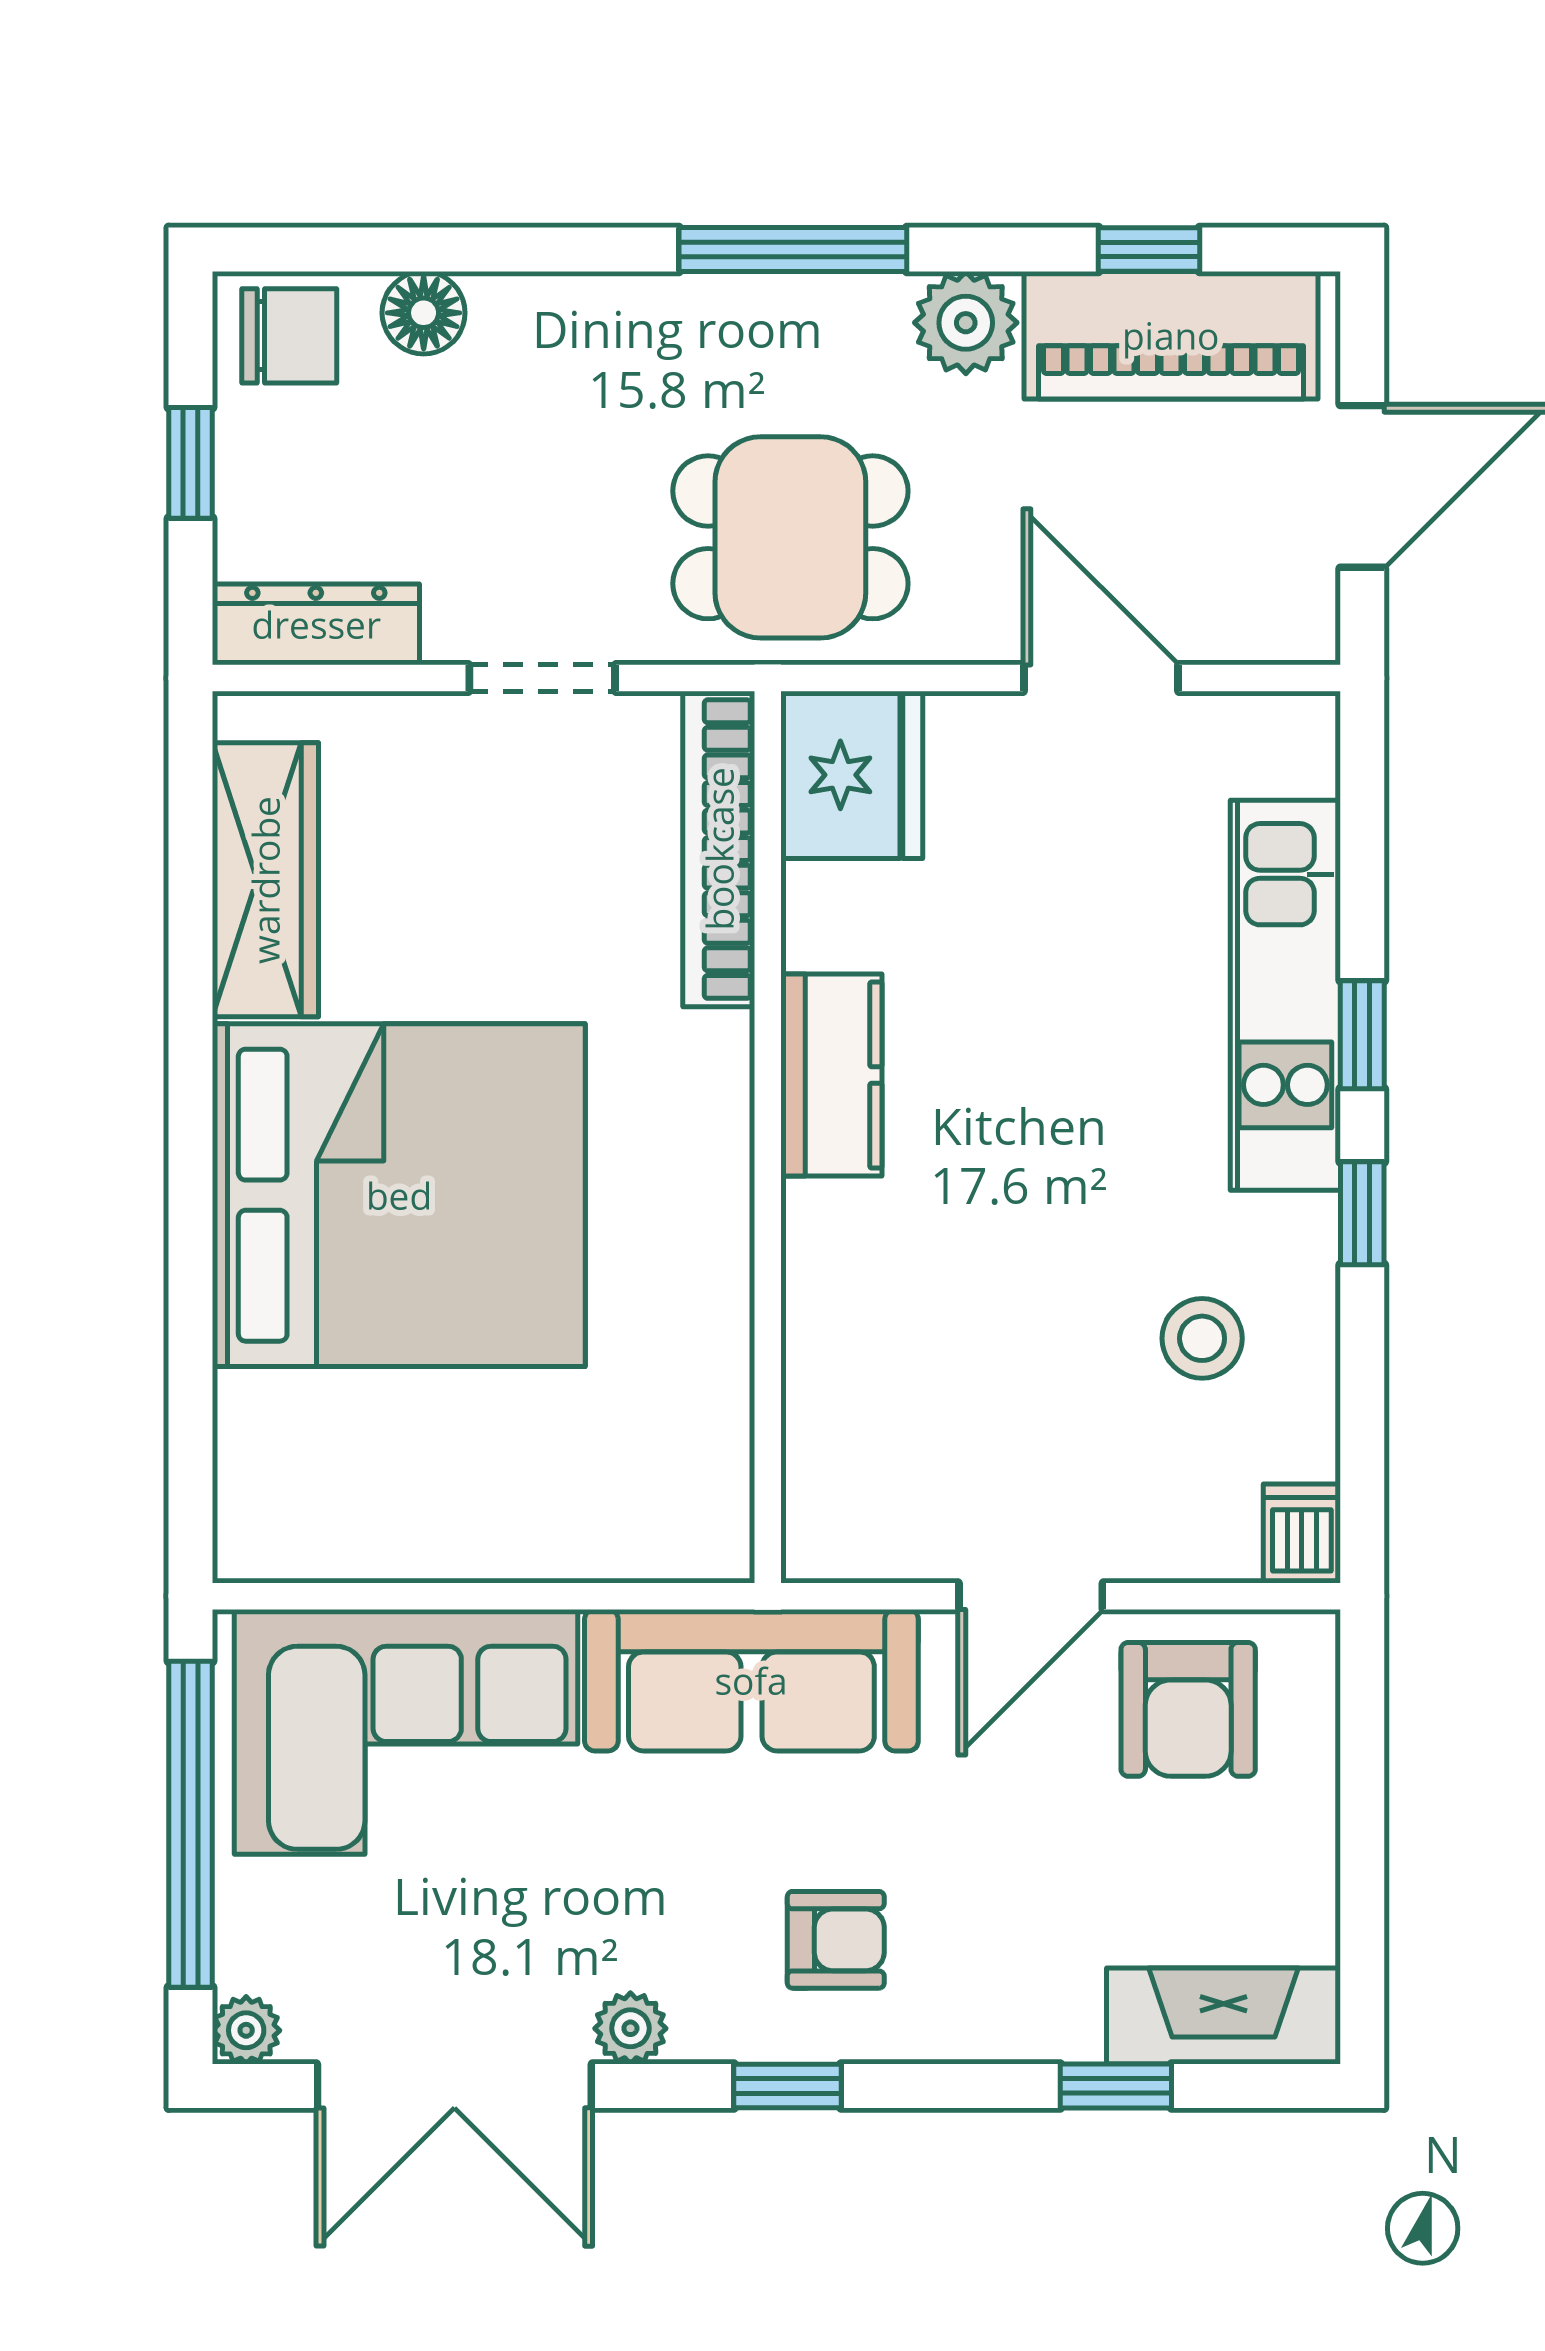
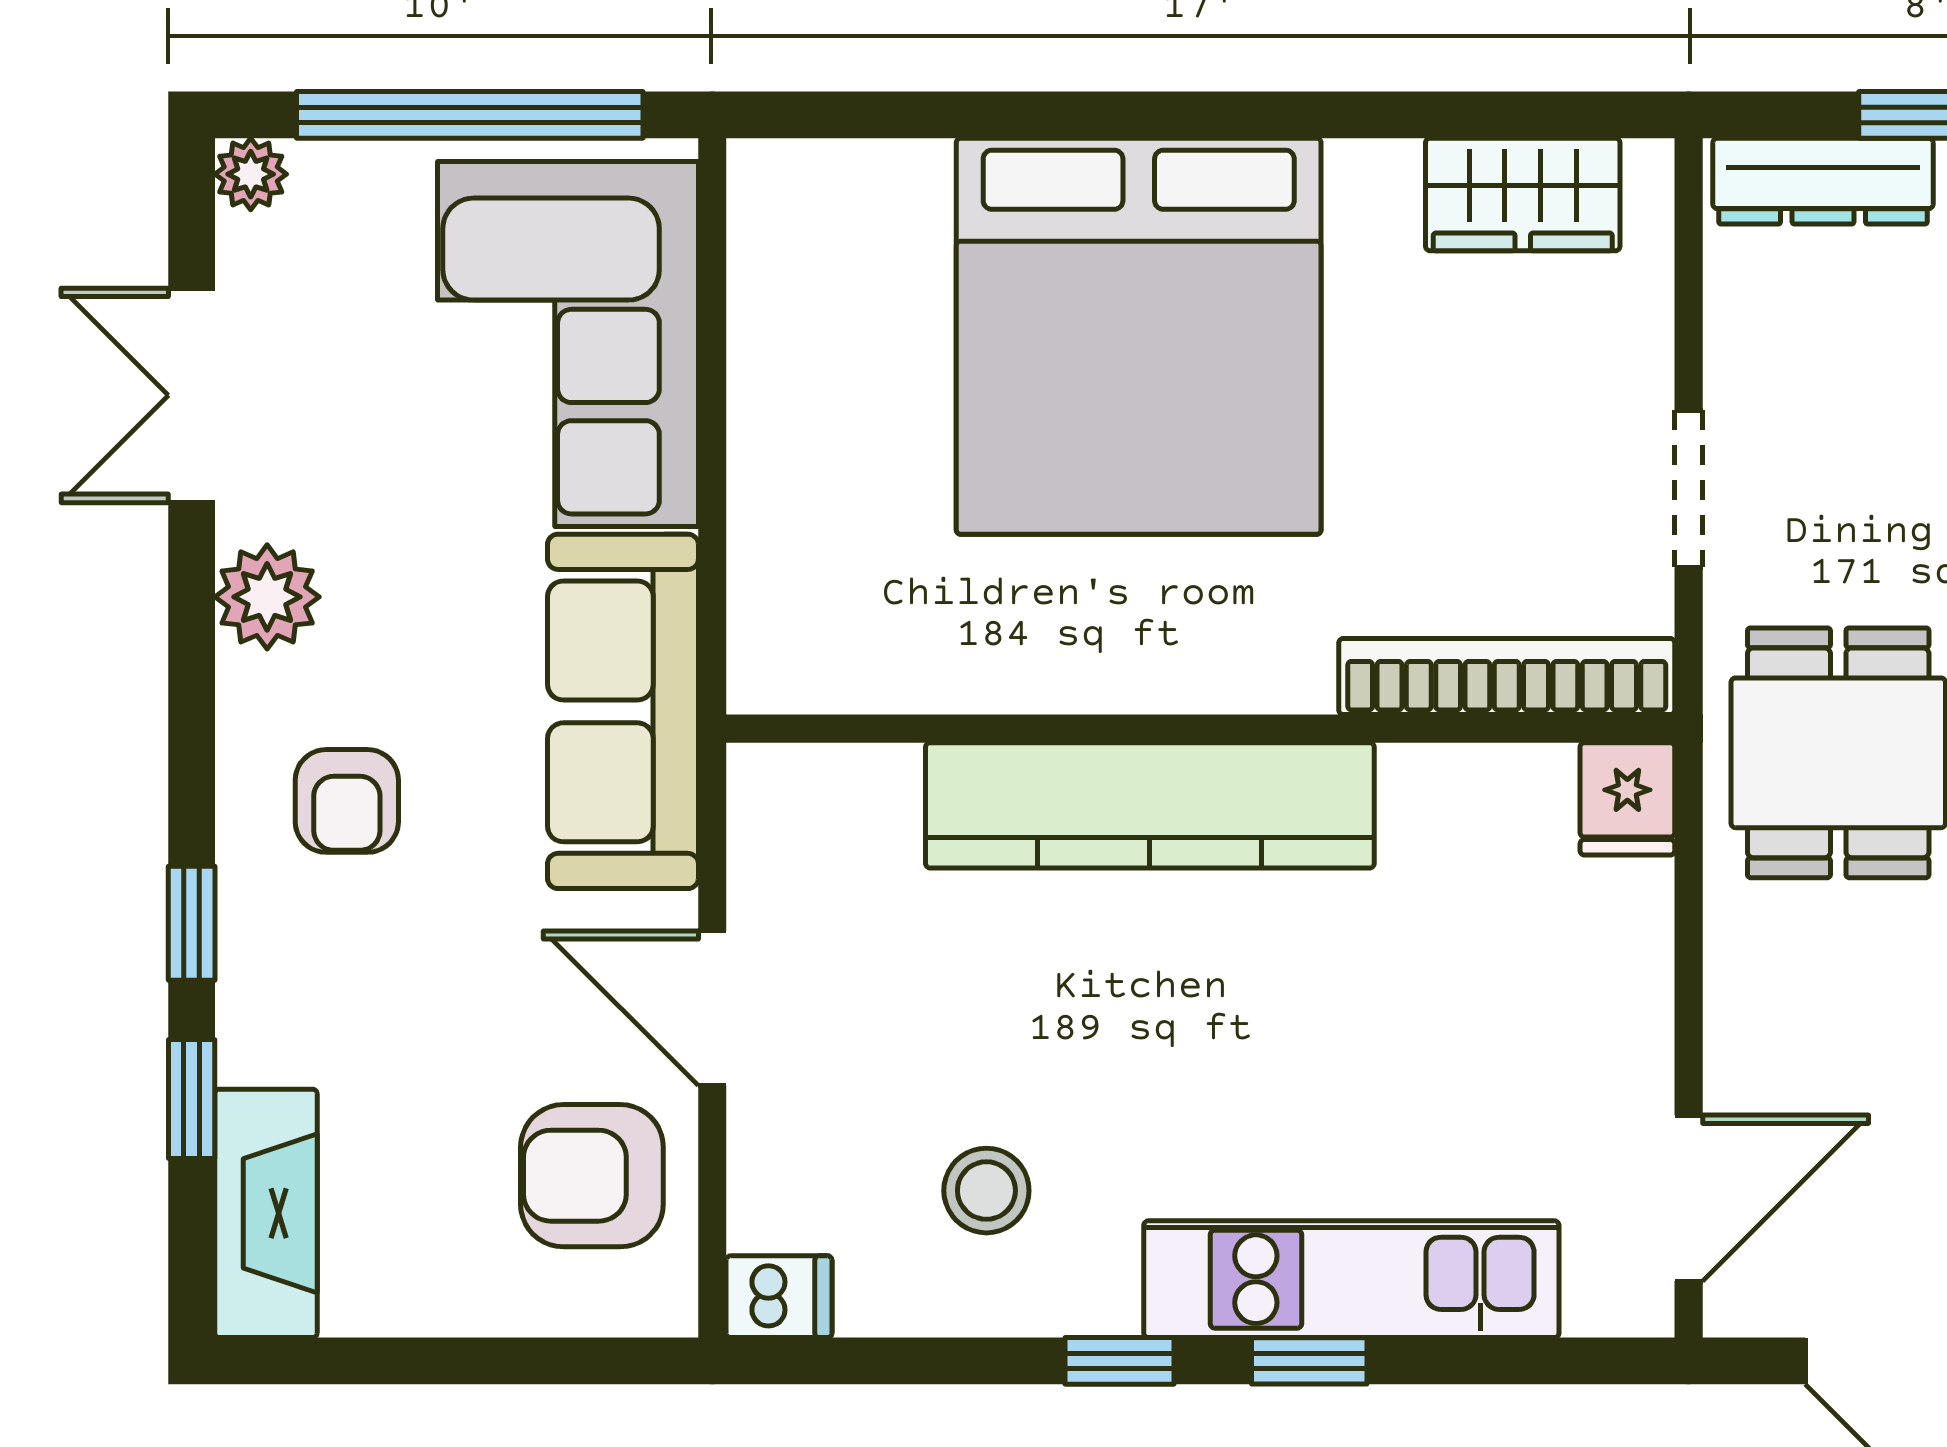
dresser: (316, 624) -> (1823, 181), moved, turned 90
door: (1101, 678) -> (1689, 1198), moved
fridge: (852, 775) -> (1627, 799), width x0.53, depth x0.75
wardrobe: (265, 880) -> (1523, 194), width x0.67
kitchen counter: (831, 1075) -> (1150, 805), width x2.08, depth x1.17
plant: (630, 2028) -> (267, 597), width x1.38, depth x1.38
double door: (454, 2086) -> (192, 395), width x0.73
window: (788, 2086) -> (192, 923), moved

